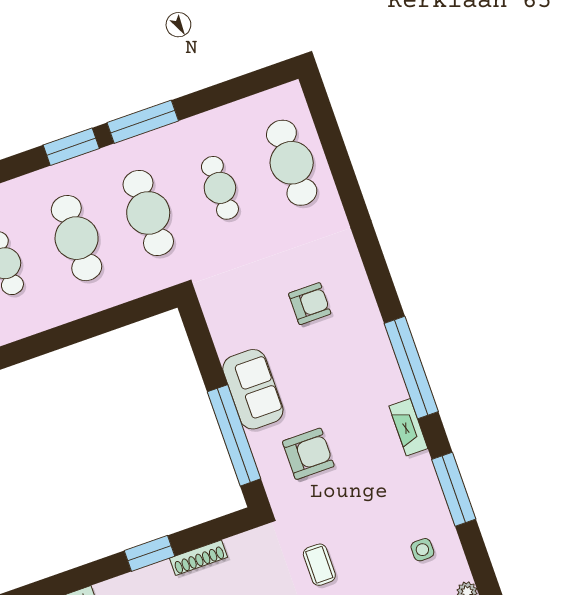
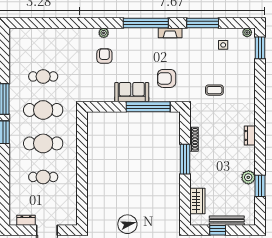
cafe table: (292, 163) -> (43, 43), removed
plant: (359, 285) -> (104, 33), added
armchair: (308, 454) -> (167, 78), turned -90
window: (149, 553) -> (185, 159), width x1.44

